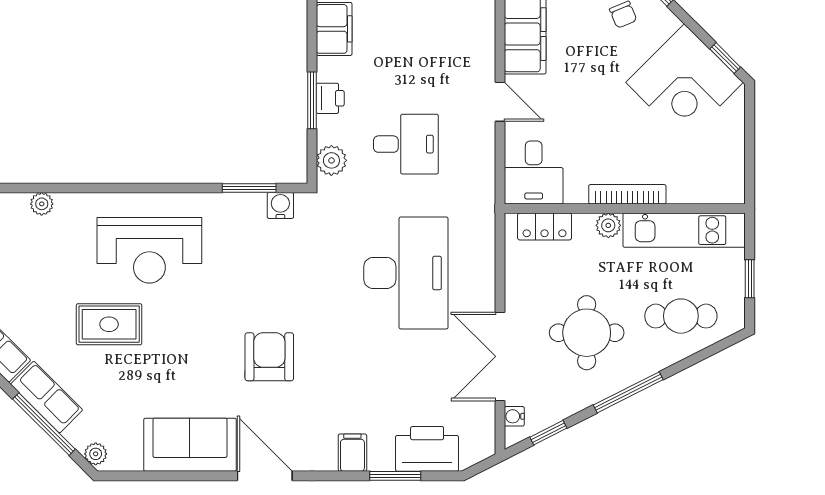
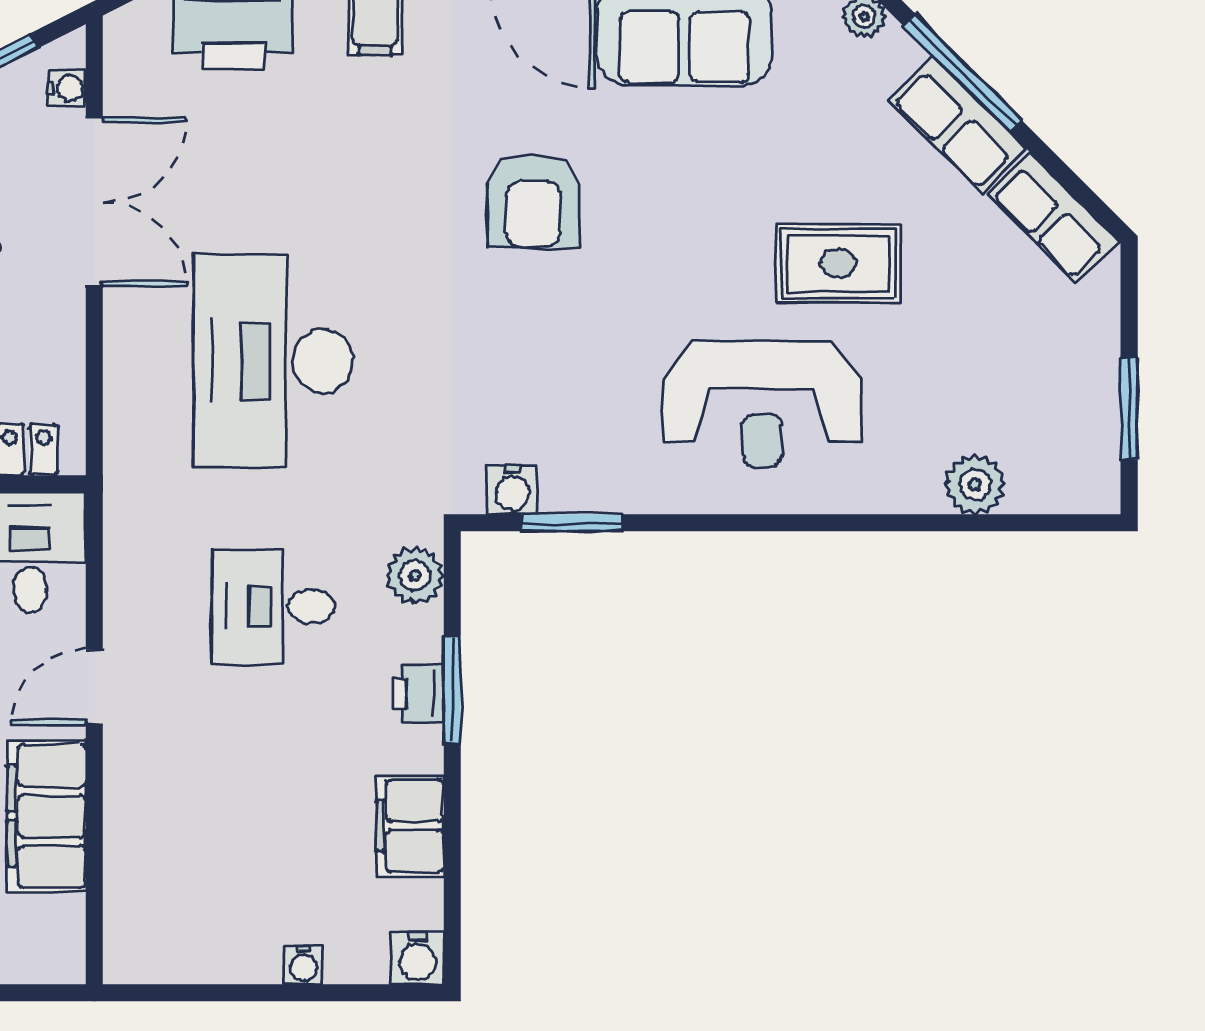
door: (500, 102) -> (94, 687), hinge flipped
plant: (42, 204) -> (975, 484), width x1.38, depth x1.38
reception desk: (149, 250) -> (762, 404), turned 180

